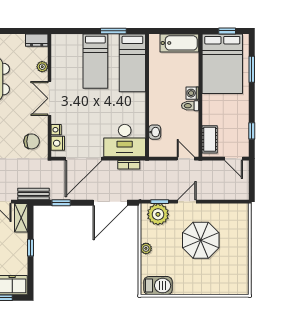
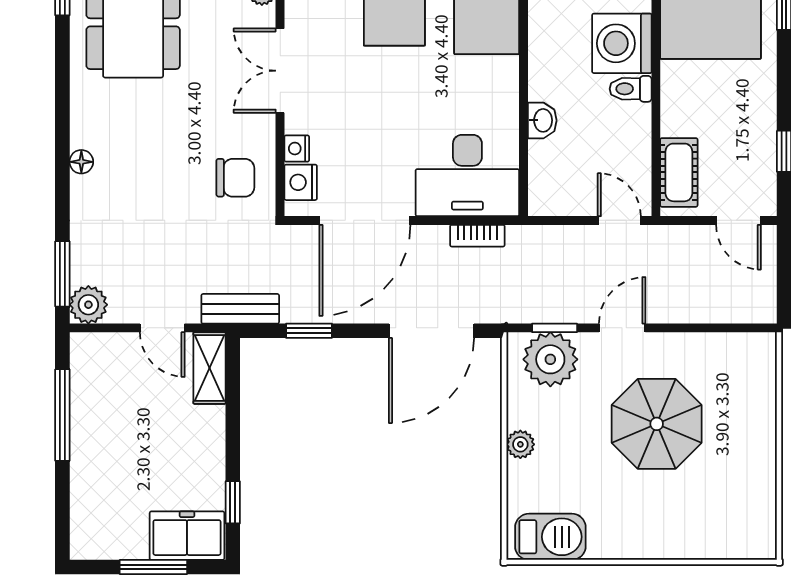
washing machine: (192, 93) -> (622, 43), width x1.89, depth x1.89
washbasin: (155, 132) -> (542, 120), moved
window: (31, 248) -> (233, 502), moved

